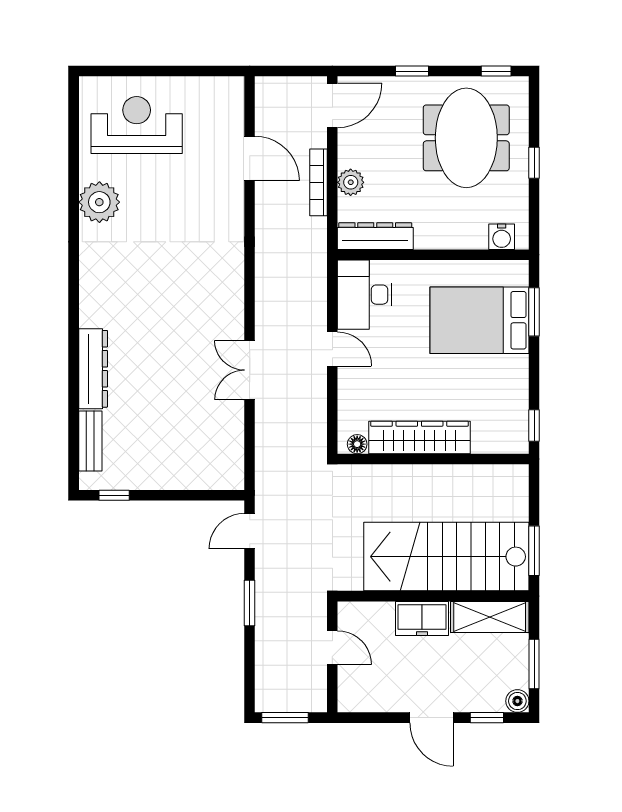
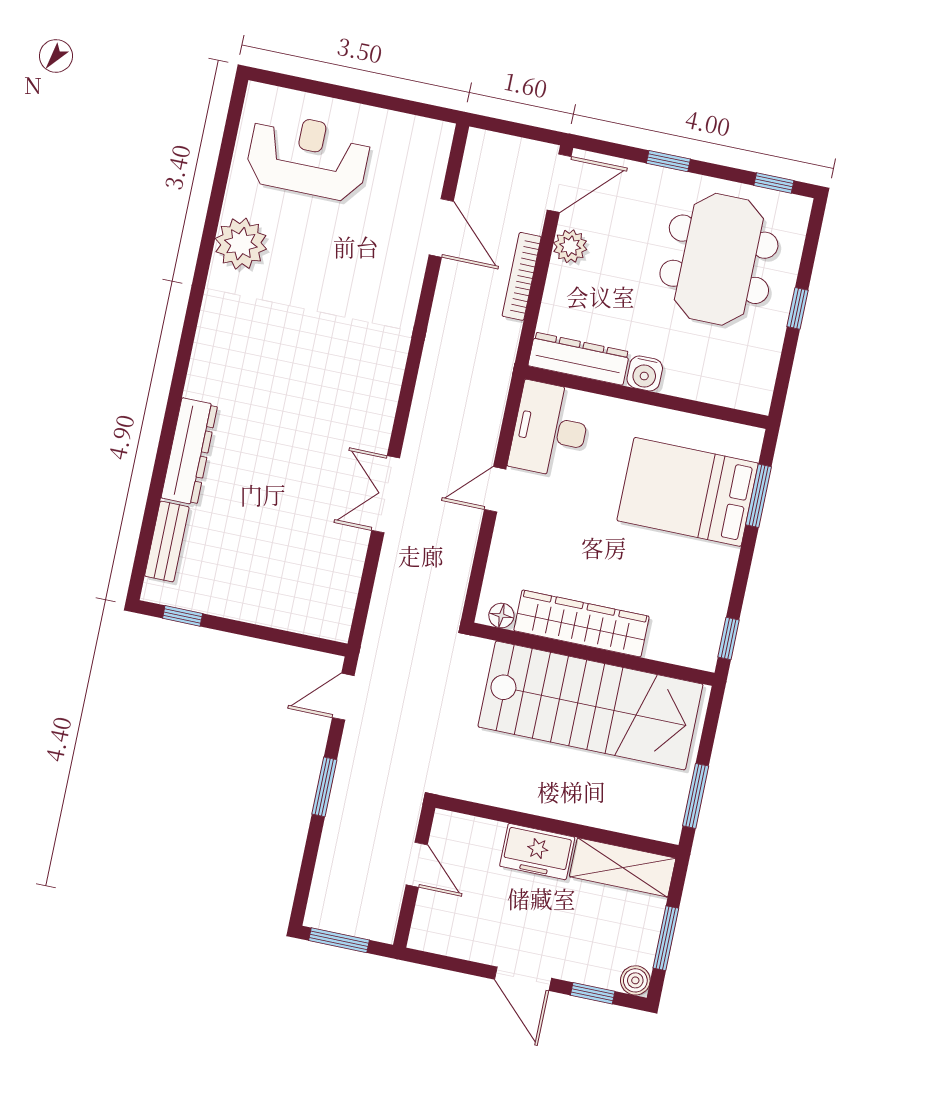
plant: (351, 182) -> (570, 246), moved
water cooler: (502, 237) -> (645, 373), moved
door: (332, 349) -> (495, 489), swing flipped
stairs: (446, 557) -> (590, 705), moved, turned 180

